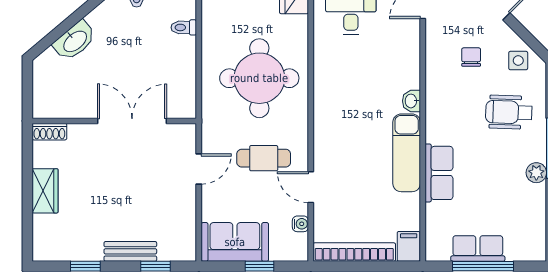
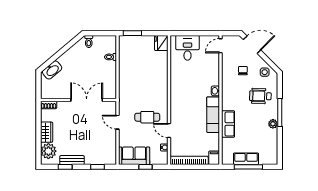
washbasin: (75, 41) -> (52, 70), moved
round table: (259, 78) -> (145, 80), removed
door: (199, 169) -> (117, 122), swing flipped
plant: (49, 232) -> (48, 151), added
bench: (130, 251) -> (72, 160), moved

